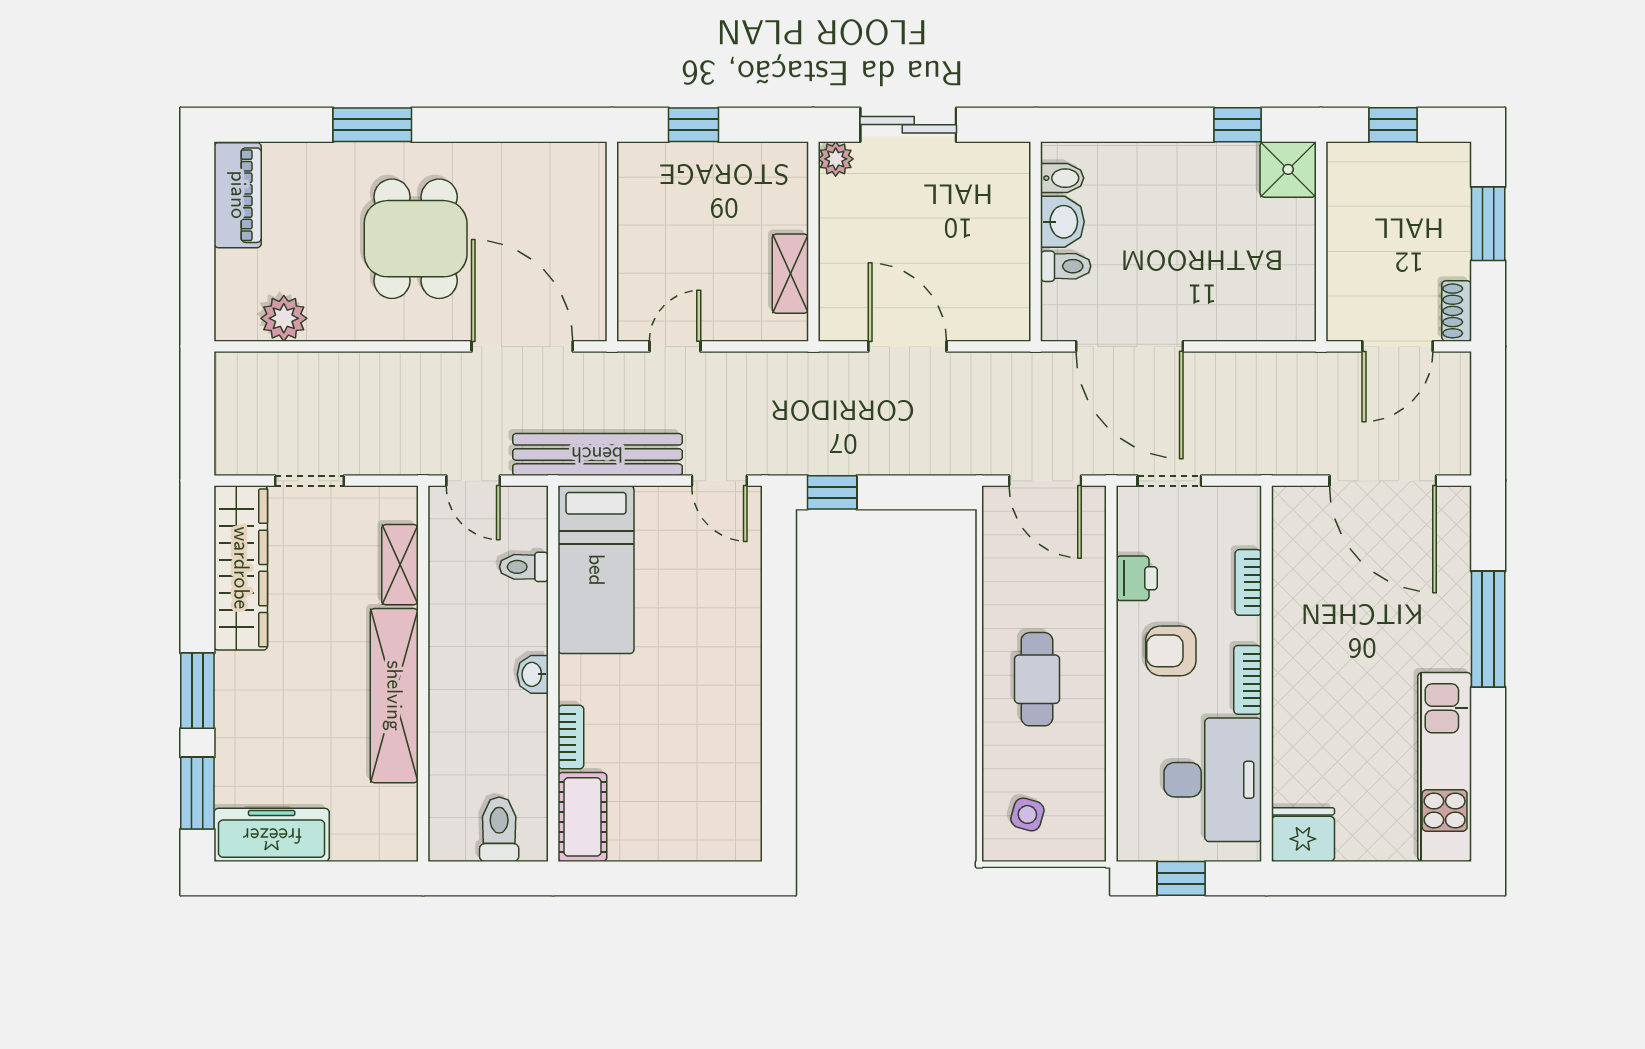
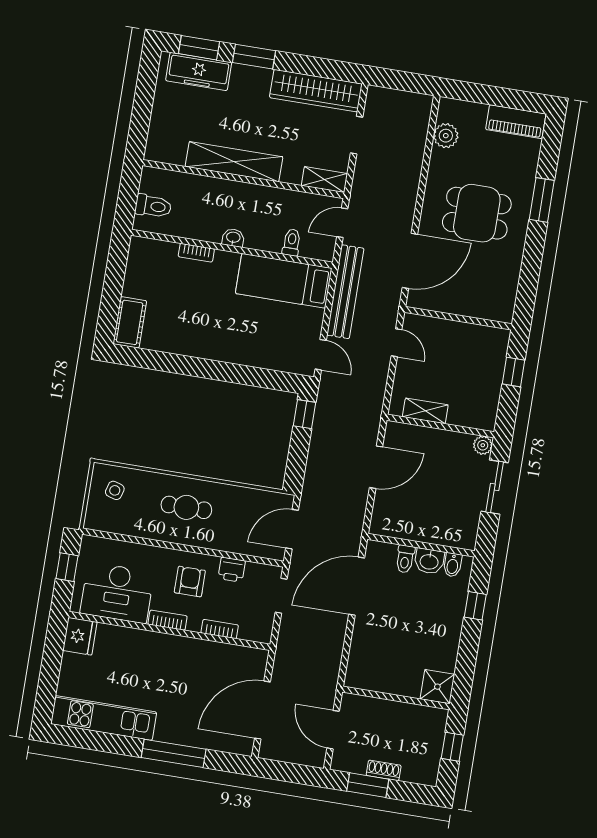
window: (1237, 125) -> (475, 606), moved
window: (1488, 224) -> (368, 785), moved
shoe rack: (1457, 311) -> (384, 770), moved
door: (719, 481) -> (321, 355), swing flipped
shelving: (400, 565) -> (324, 180), moved
cot: (582, 817) -> (130, 322), moved, turned 90
freezer: (272, 835) -> (199, 71), moved, turned 90

